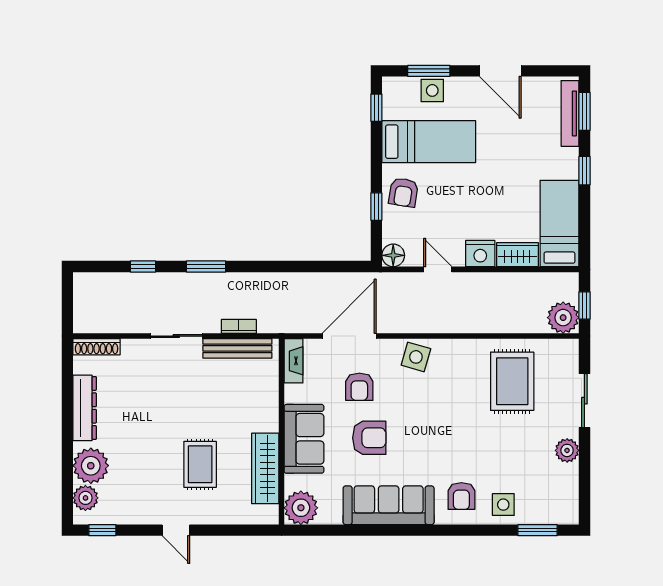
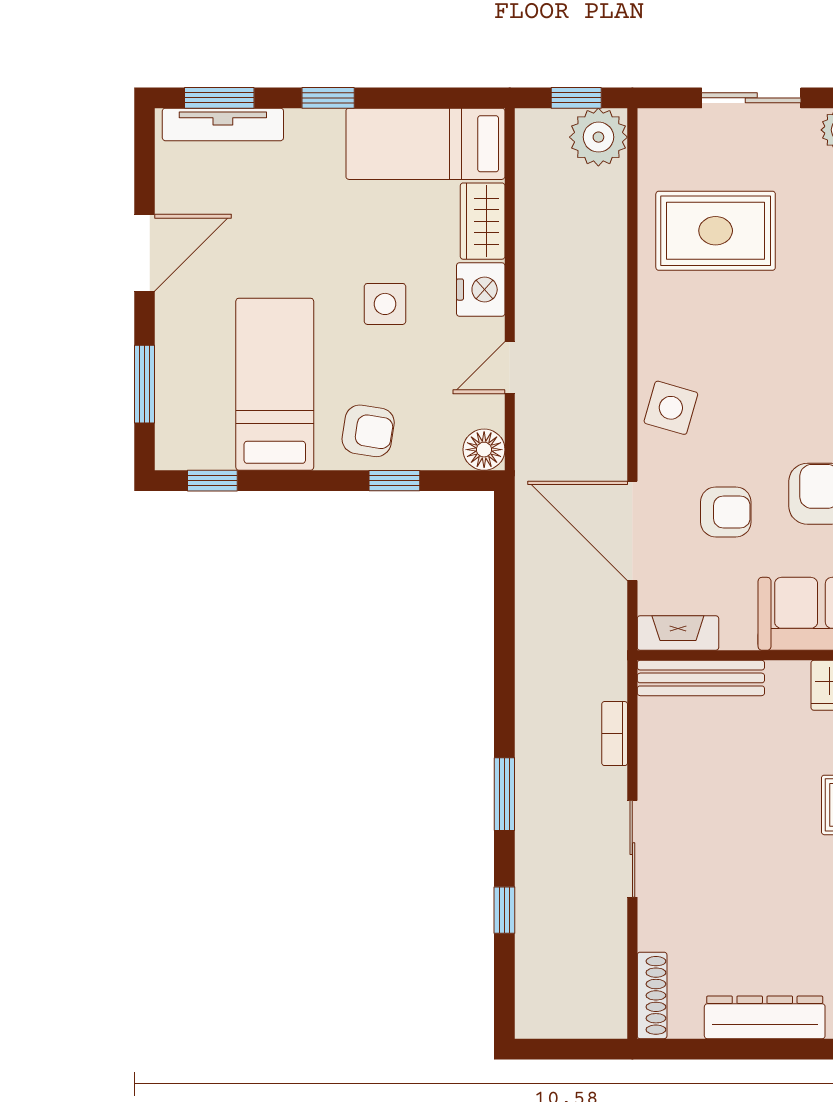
side table: (432, 90) -> (385, 304), moved
bench: (237, 348) -> (701, 678), moved, turned 90

